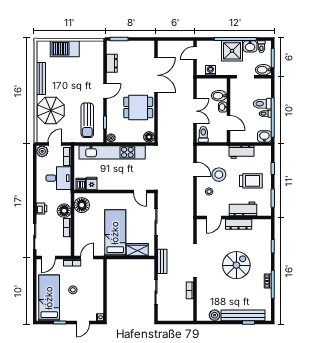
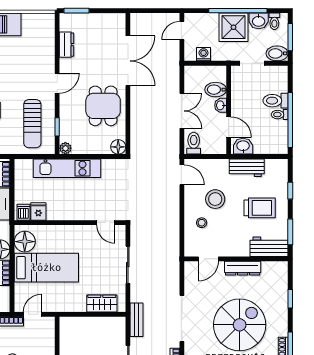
dining table: (138, 107) -> (103, 106), turned 90
washbasin: (264, 136) -> (243, 146), moved
kitchen unit: (112, 152) -> (67, 168), width x0.73
door: (195, 169) -> (182, 175), moved
workbench: (243, 209) -> (269, 247), moved
bed: (115, 233) -> (46, 268), moved, turned 90
spiral stairs: (236, 265) -> (240, 325), width x1.37, depth x1.37

